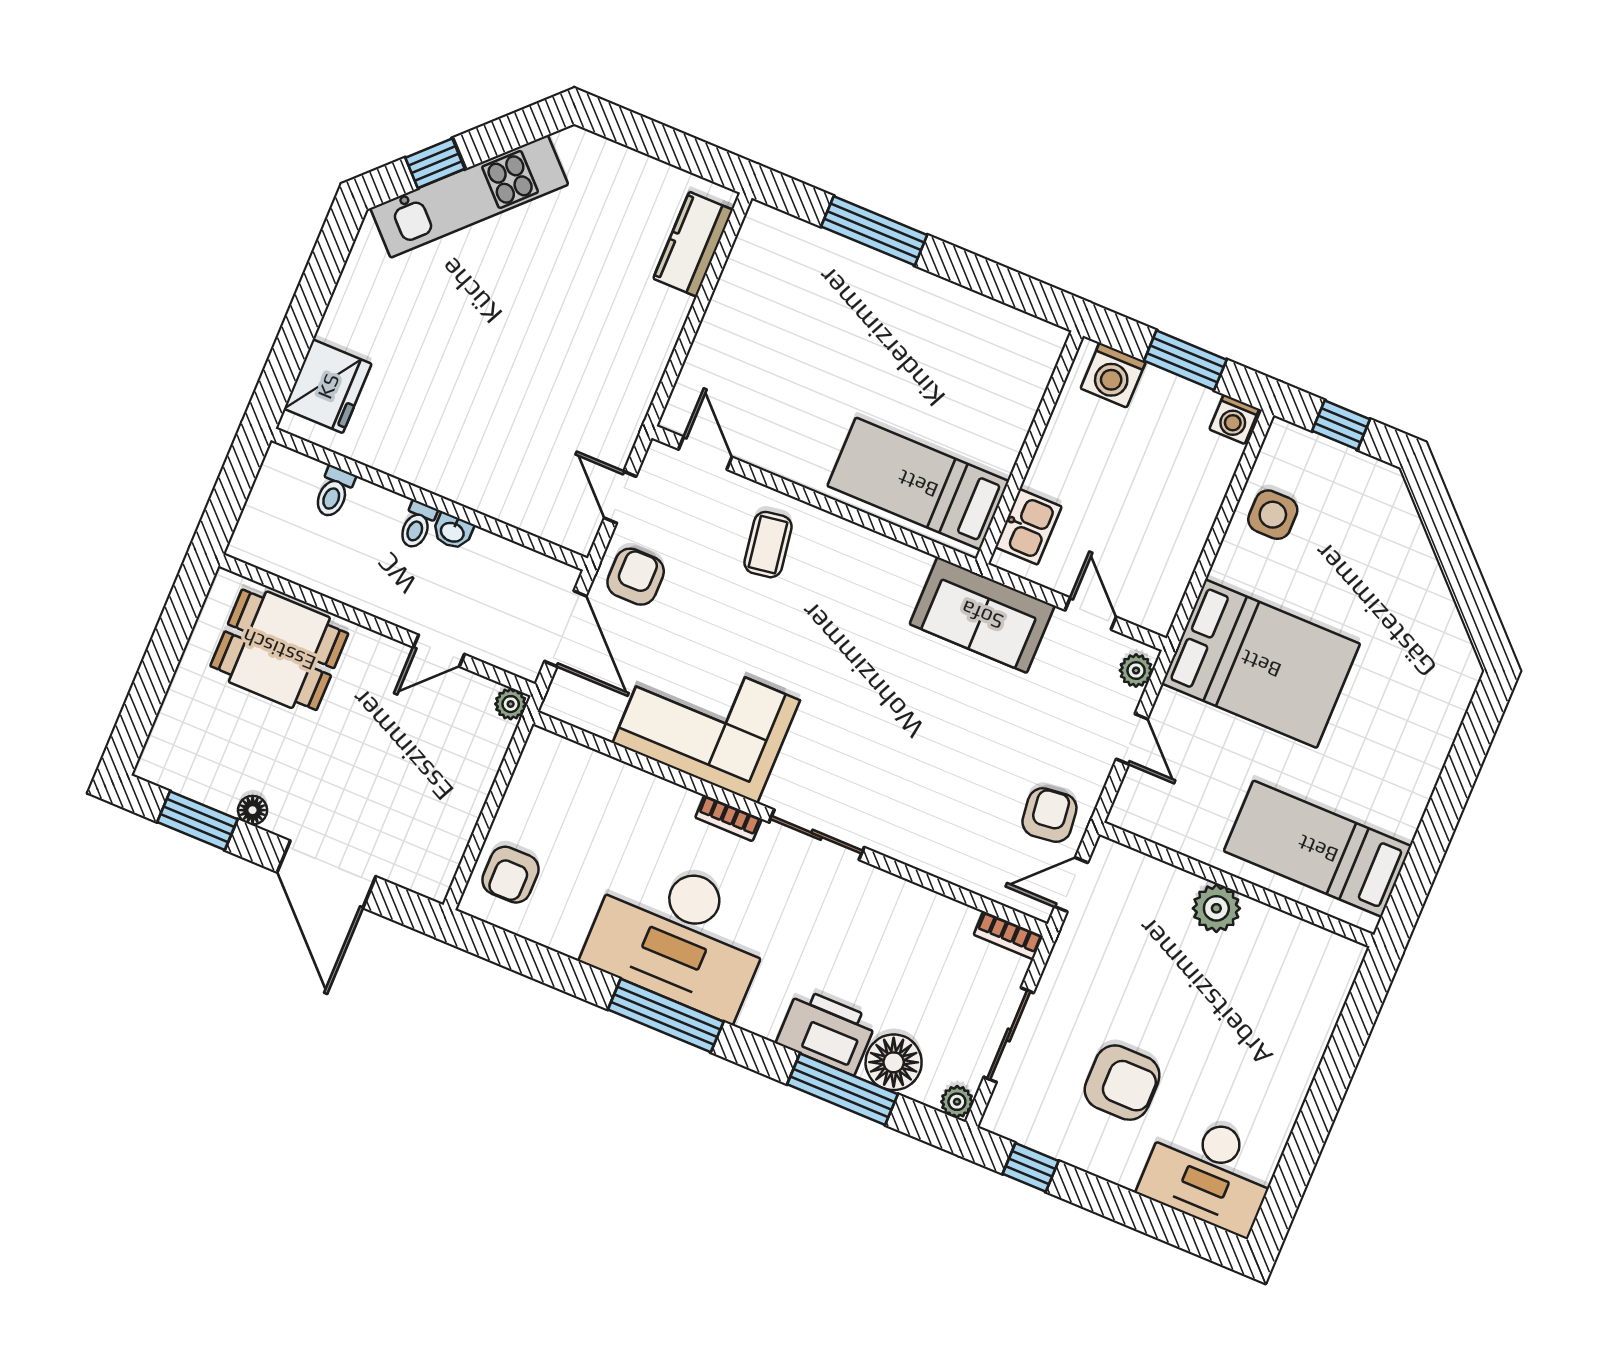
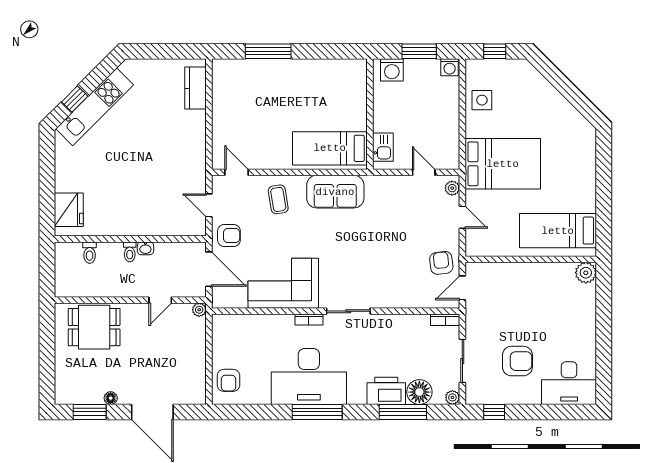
armchair: (636, 577) -> (229, 236), turned 90
sofa: (982, 615) -> (335, 192), moved
plant: (1216, 908) -> (586, 273), moved

